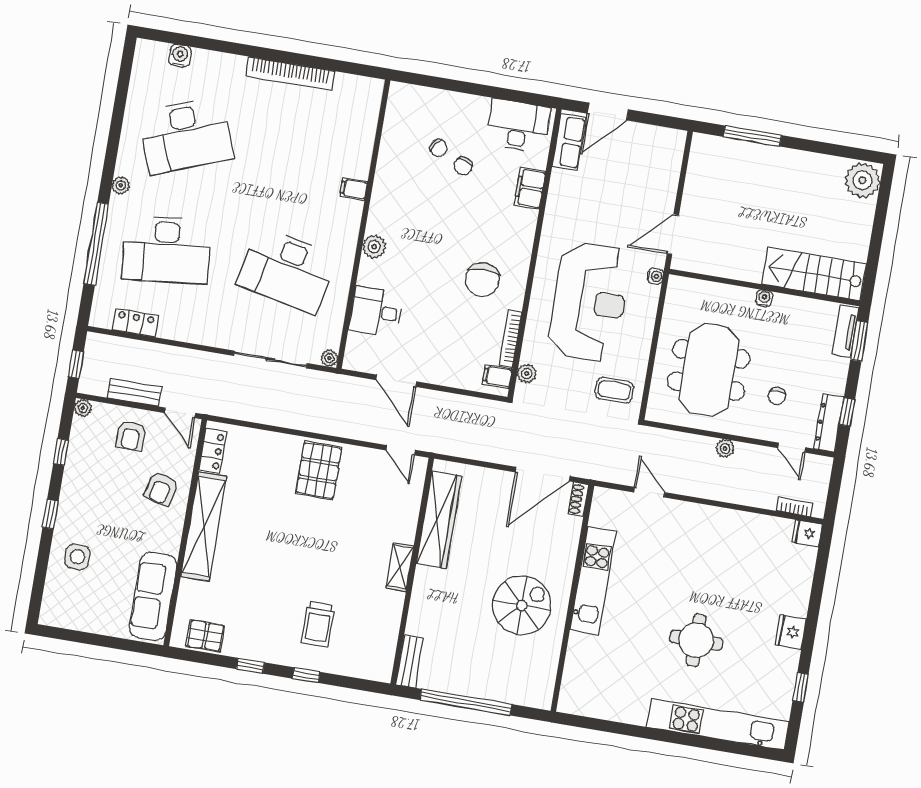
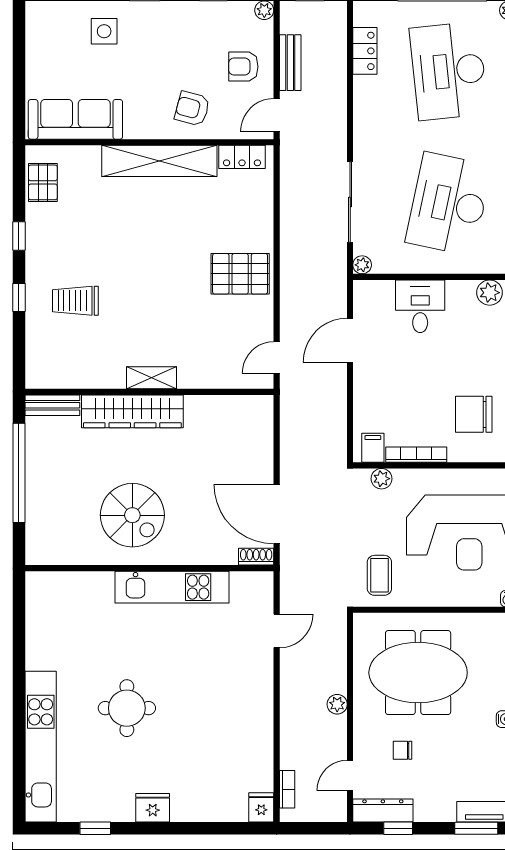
wardrobe: (439, 520) -> (132, 411), moved

